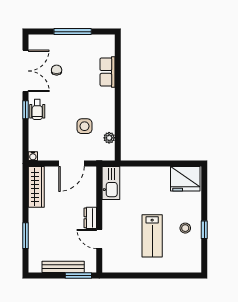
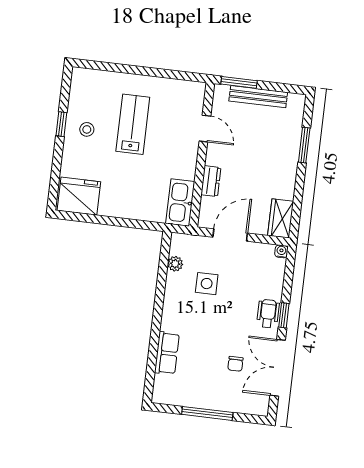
wardrobe: (36, 187) -> (281, 218), width x0.67
dresser: (90, 218) -> (211, 181), moved

